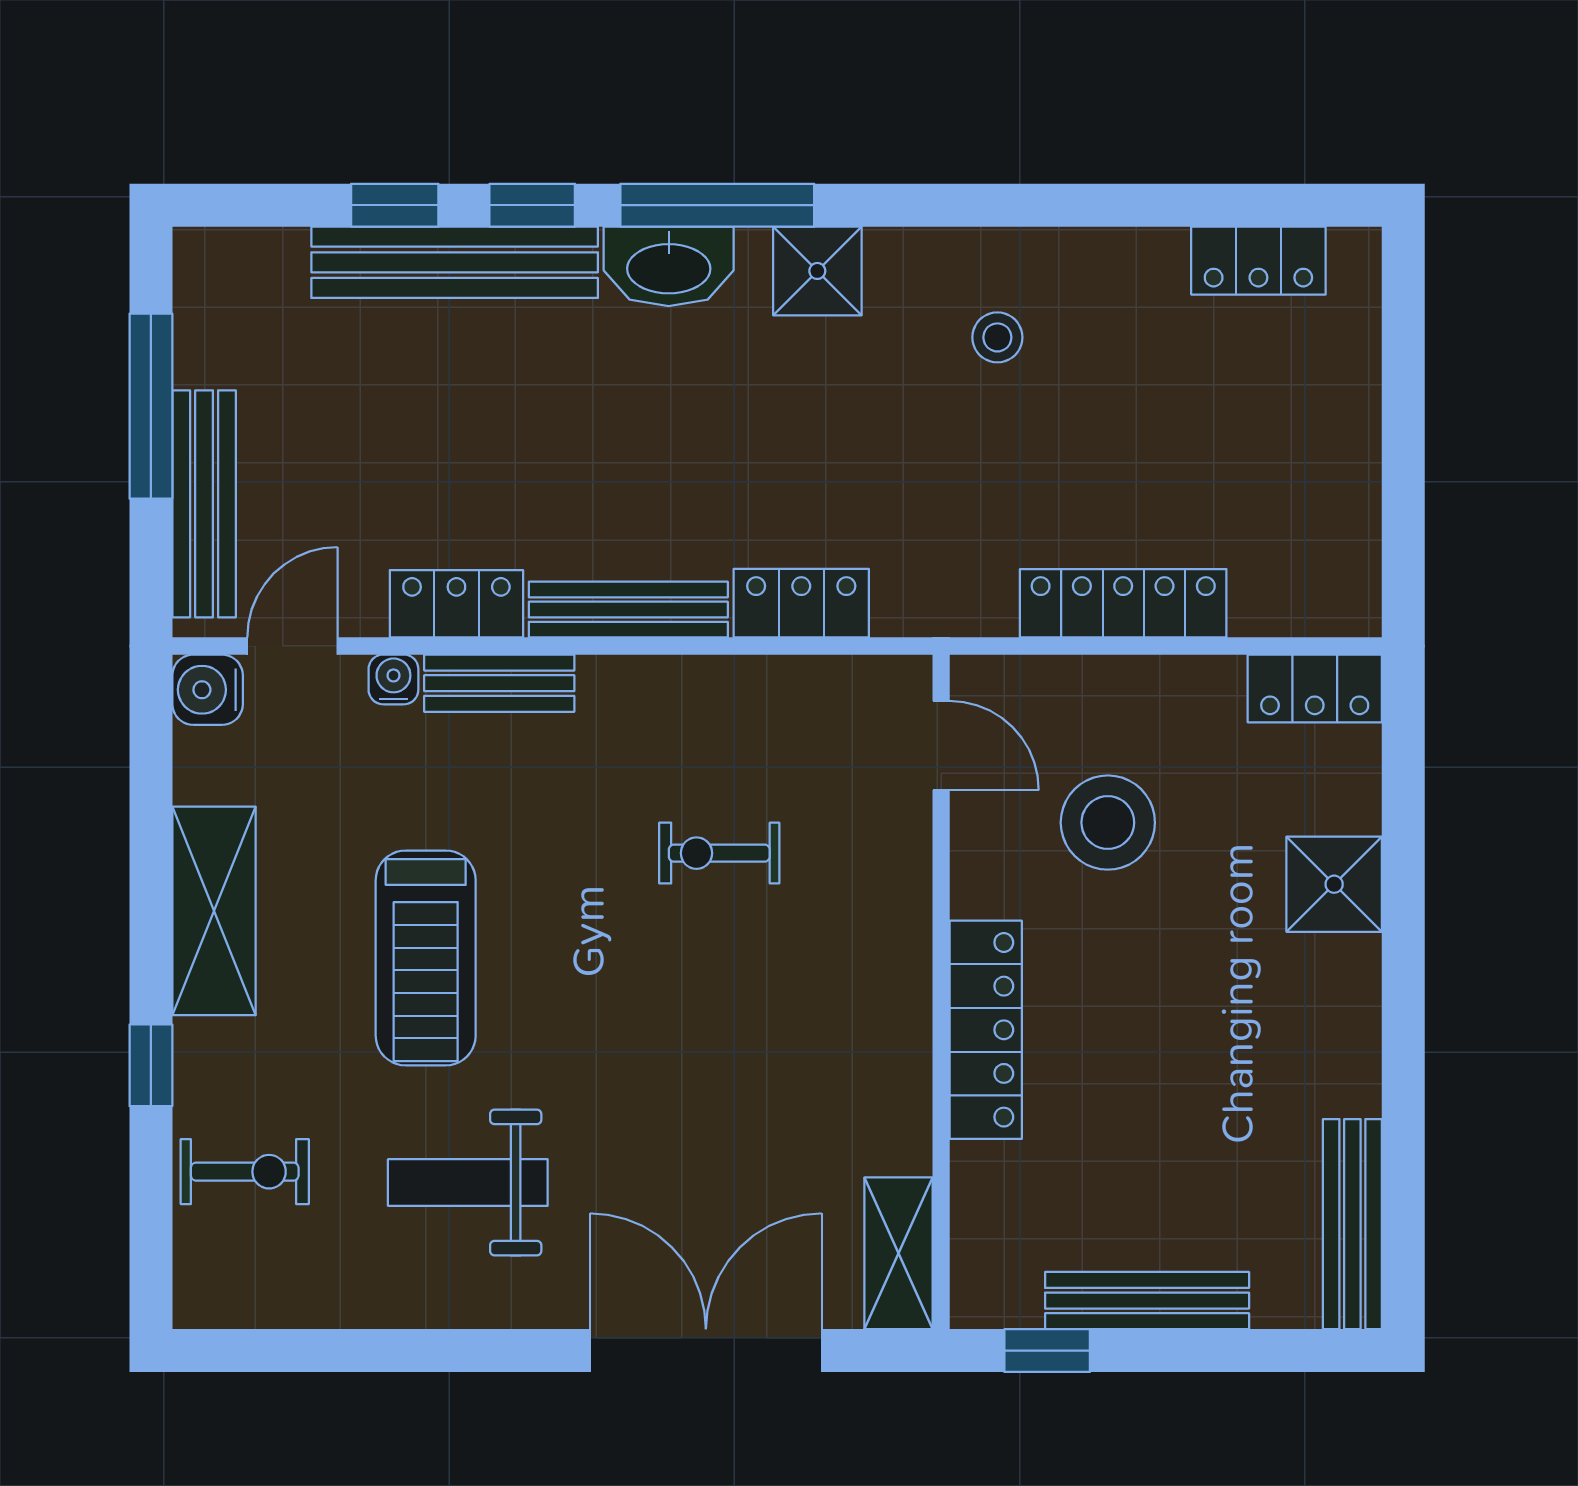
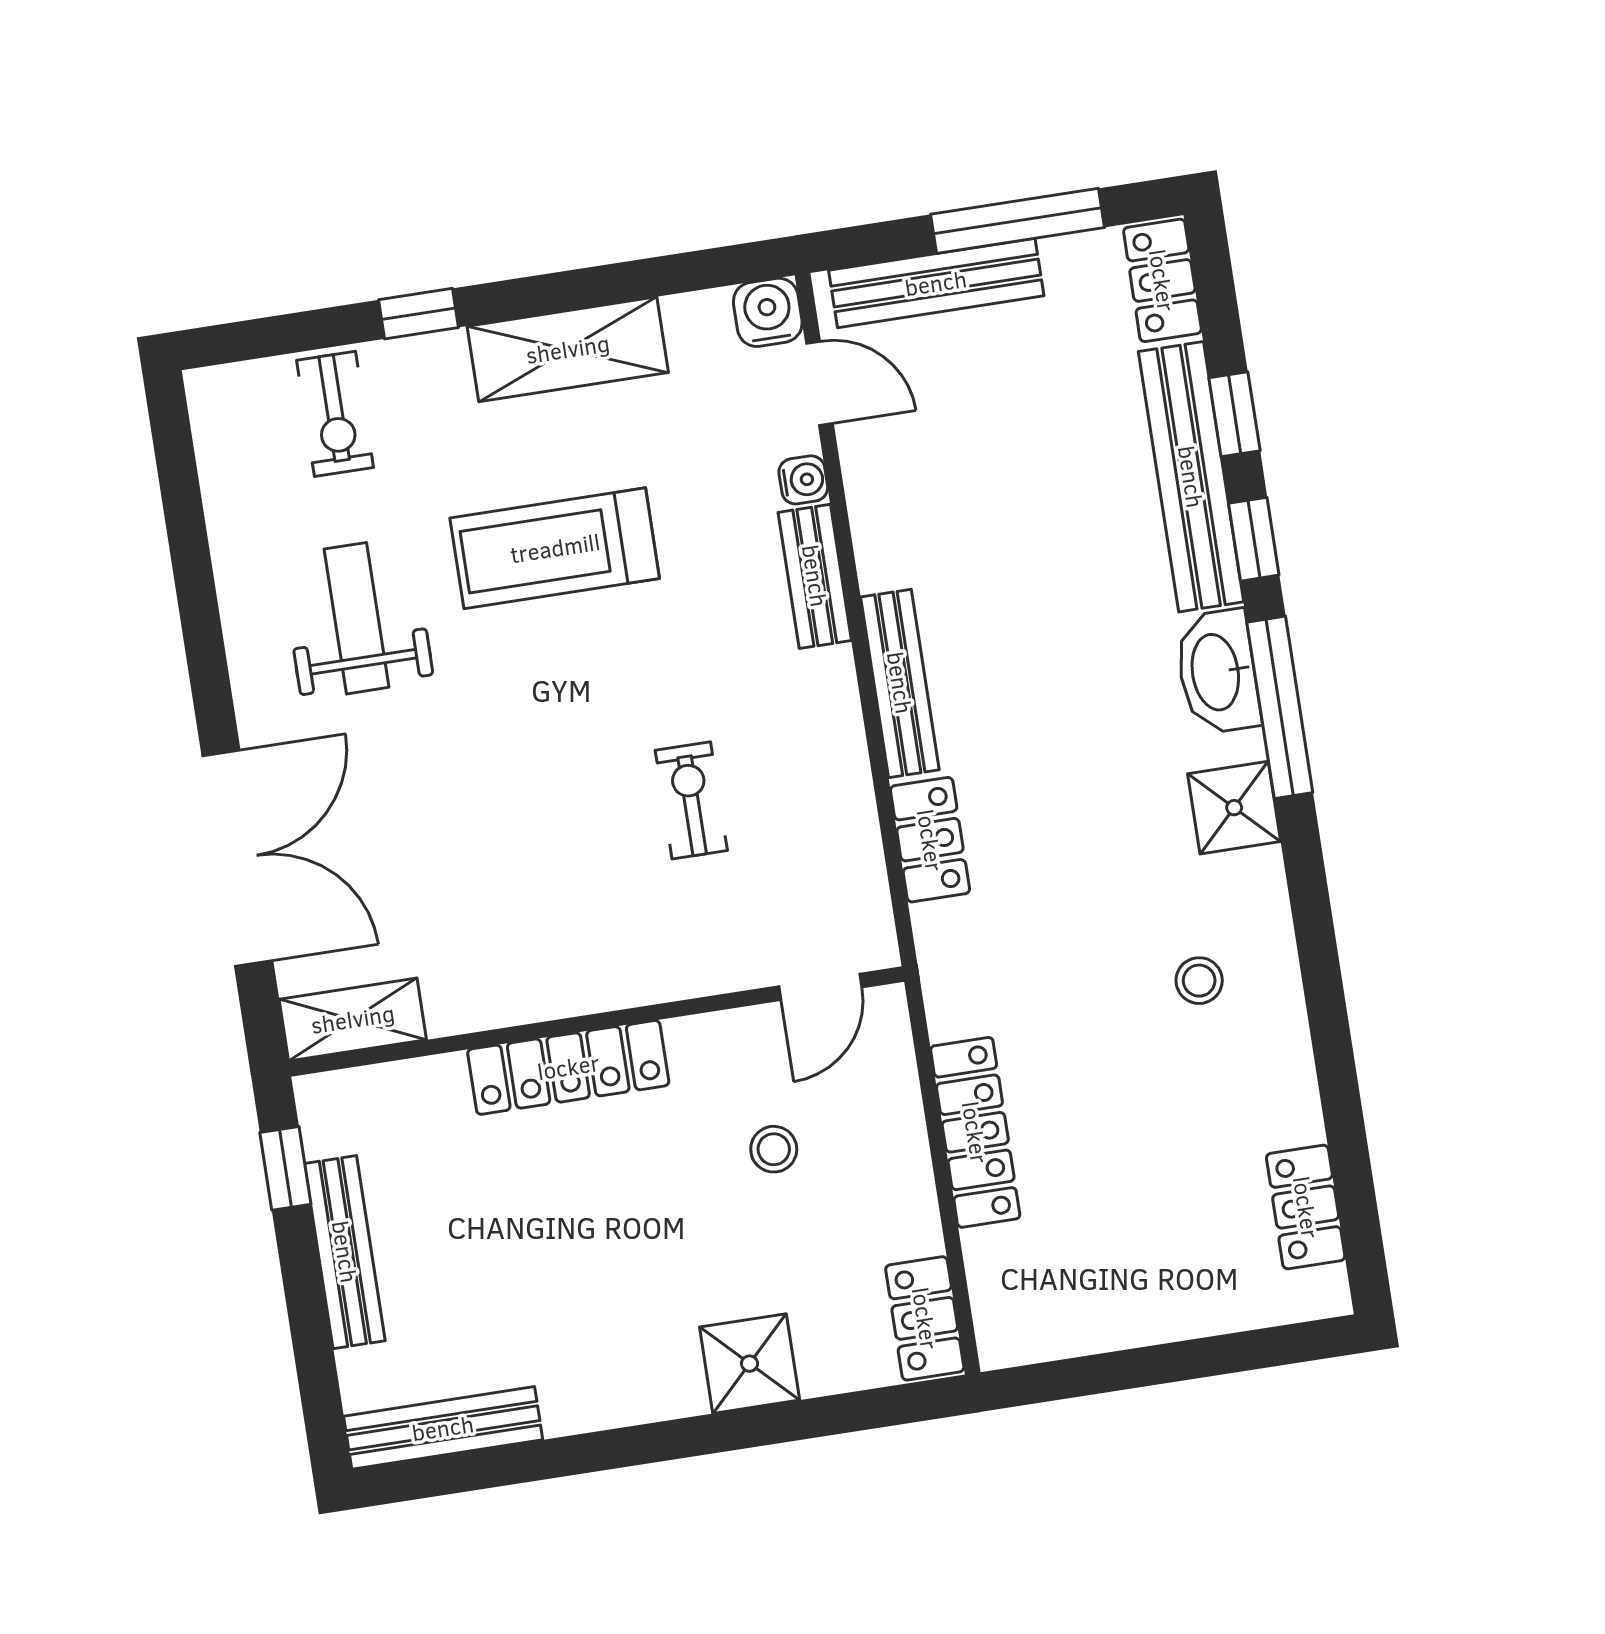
locker: (456, 604) -> (1162, 280), moved, turned 180
stool: (1108, 823) -> (774, 1149), width x0.53, depth x0.53

